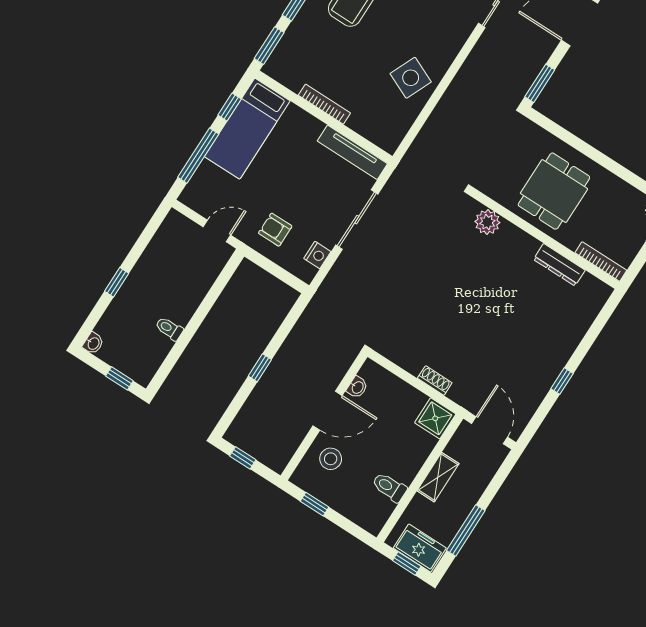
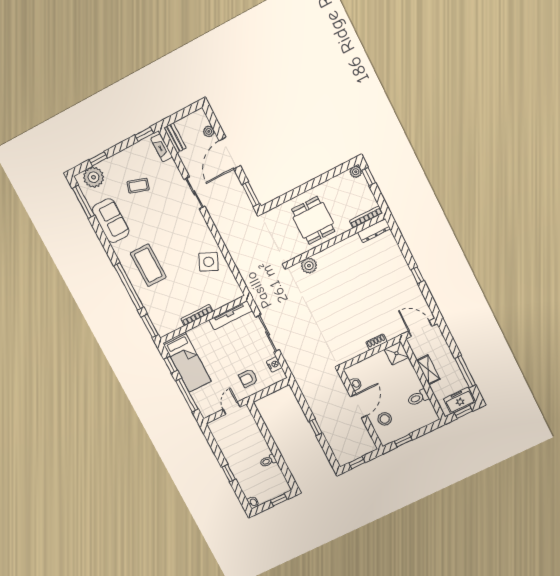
dresser: (559, 265) -> (374, 231), moved

